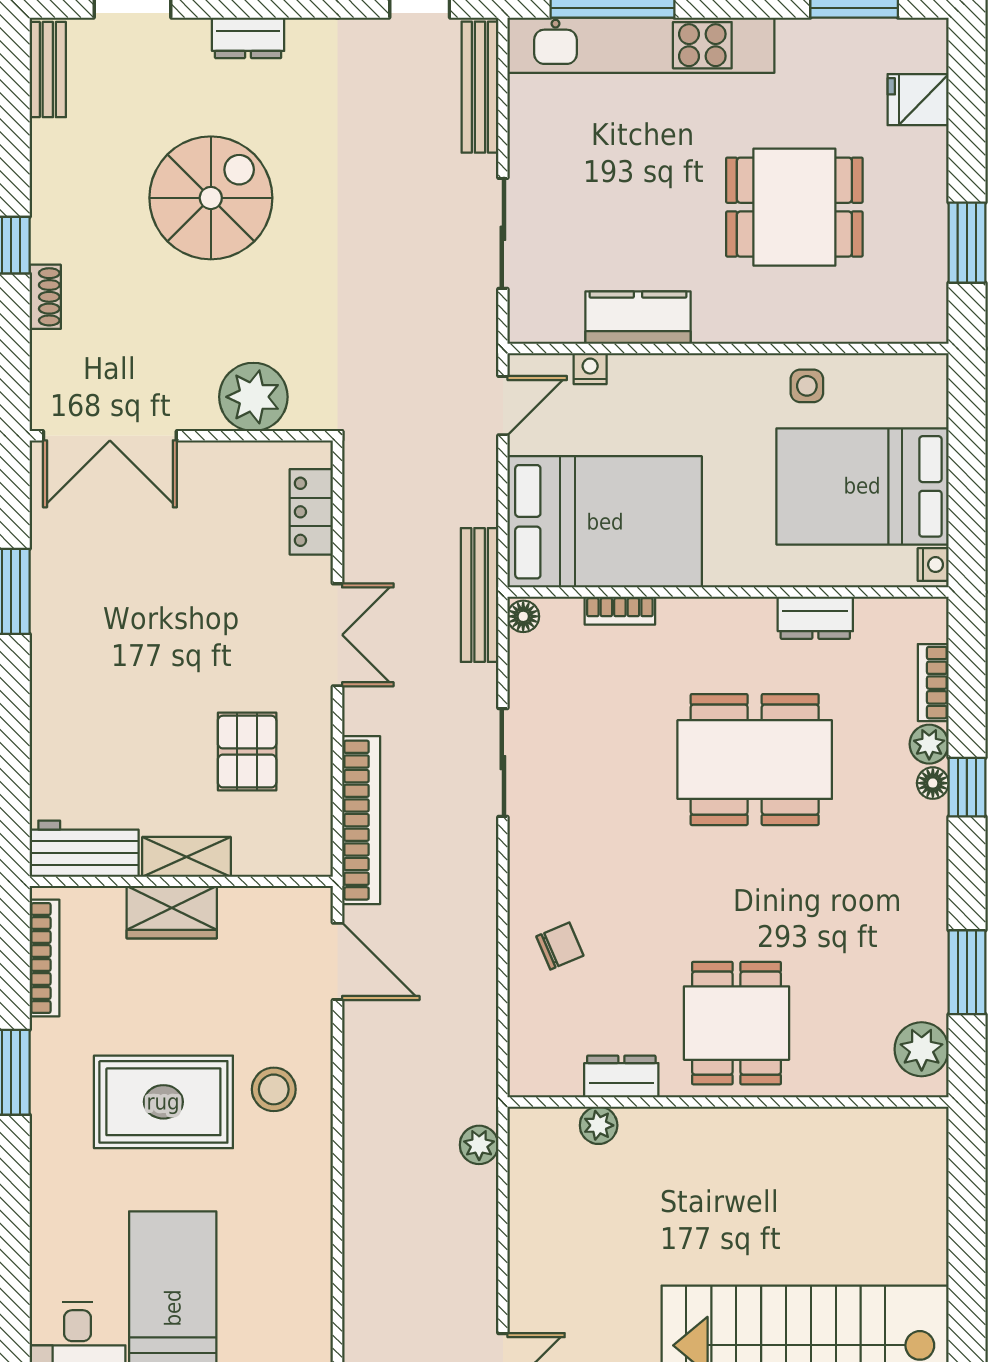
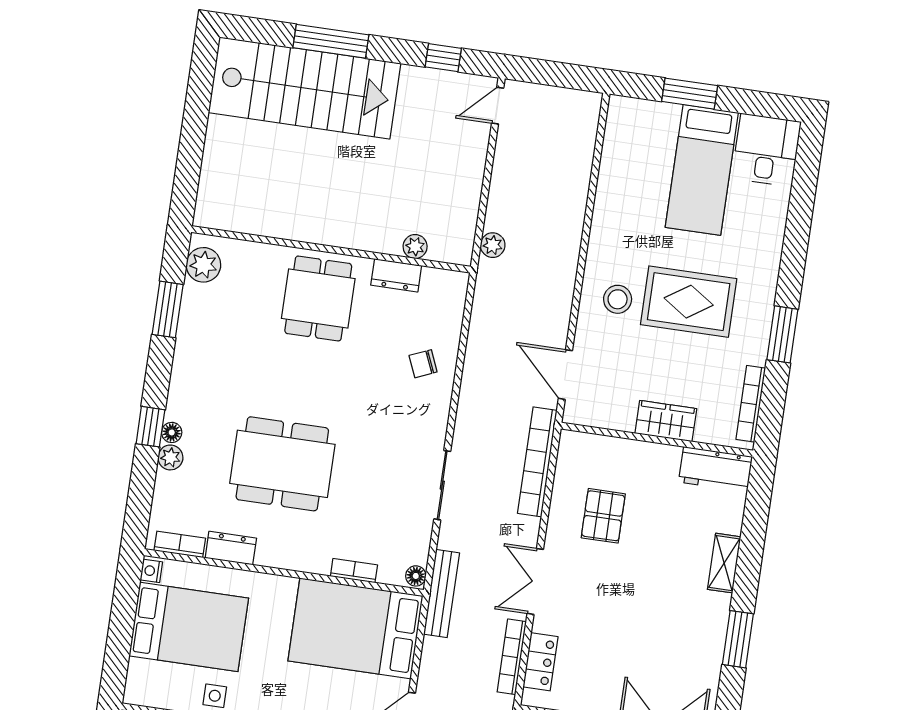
bookcase: (357, 513) -> (512, 657), added
bookcase: (933, 683) -> (180, 544), moved, turned -90
shelving: (187, 857) -> (724, 563), moved, turned 90

